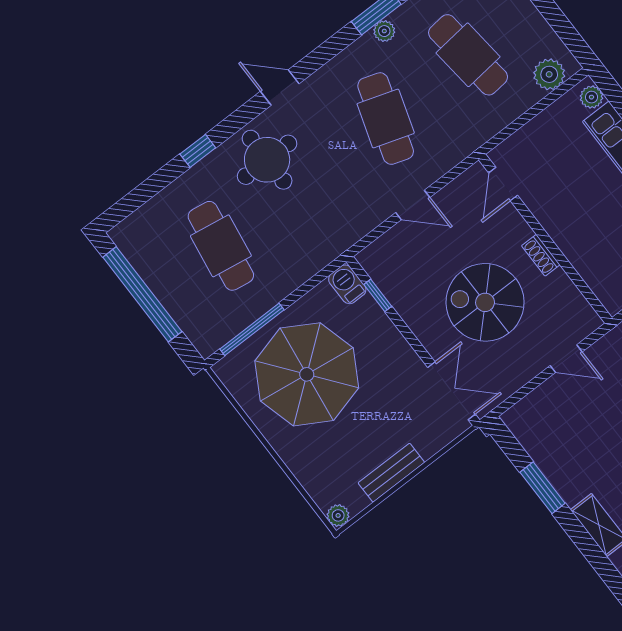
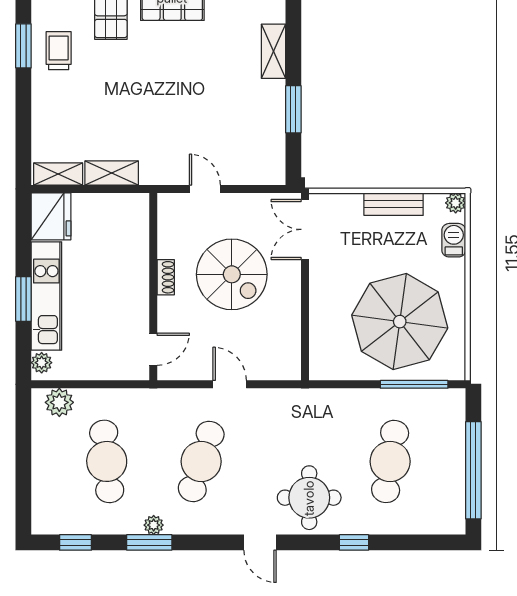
barbecue: (347, 284) -> (454, 240), moved, turned 180
window: (378, 295) -> (305, 339), removed

